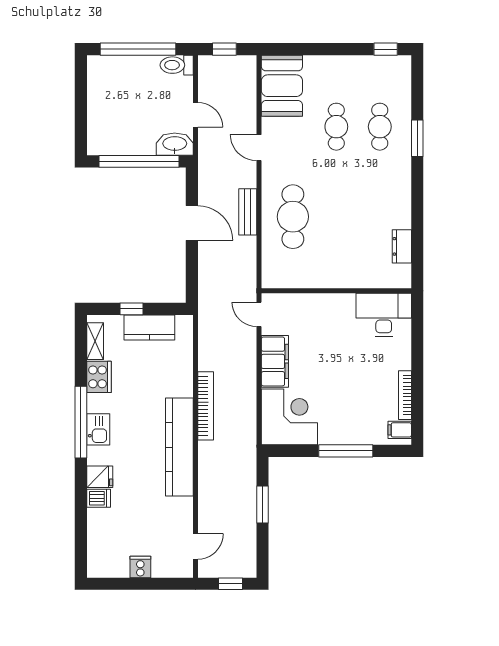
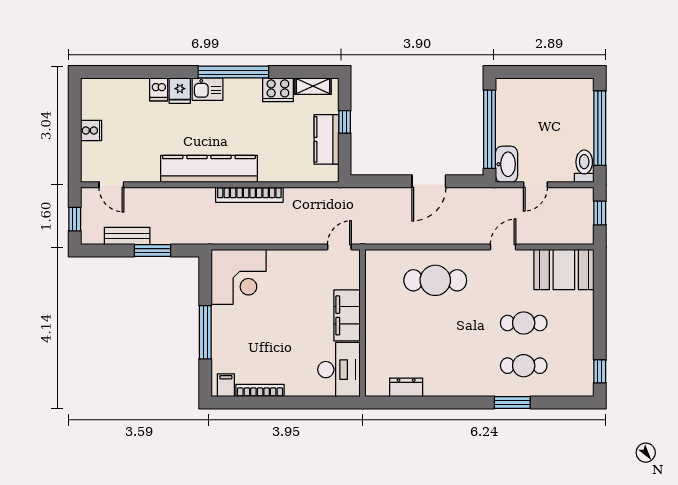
bench: (248, 212) -> (127, 236), moved
filing cabinet: (275, 361) -> (347, 315), moved, turned 90
kitchen sink: (98, 429) -> (207, 89), moved

